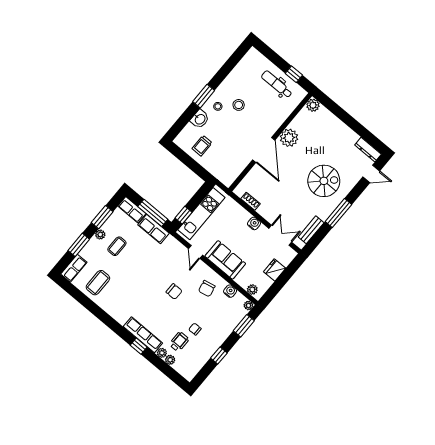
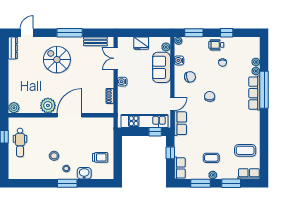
door: (371, 174) -> (27, 33), hinge flipped
window: (153, 213) -> (170, 153), width x0.46
row of seats: (154, 229) -> (180, 123), moved
sofa: (225, 260) -> (161, 67), moved
wheelchair: (179, 342) -> (216, 45), moved
window: (139, 346) -> (264, 90), width x3.17

